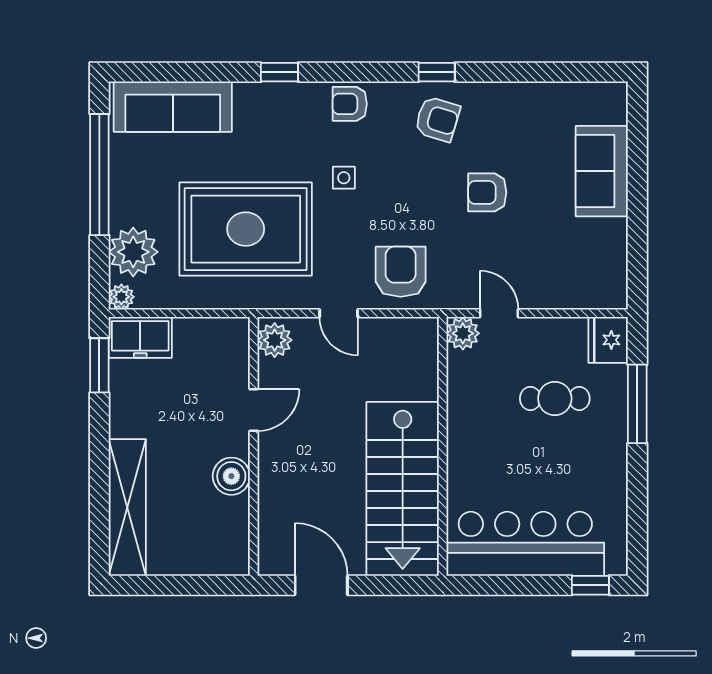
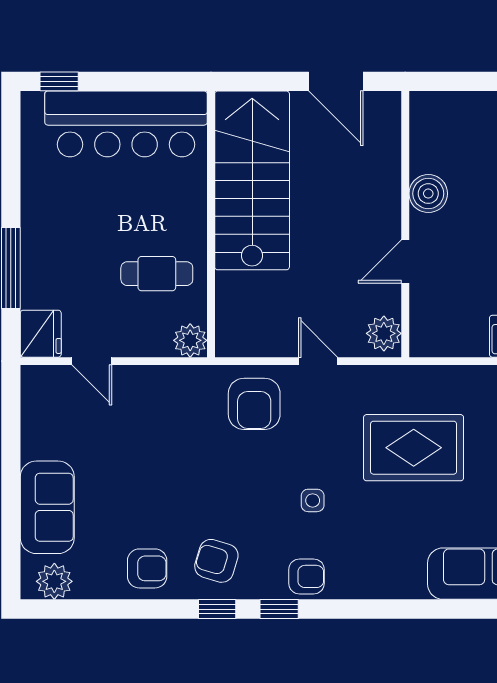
window: (279, 72) -> (279, 609), moved
plant: (595, 99) -> (54, 581), added
armchair: (487, 192) -> (147, 568), moved
rug: (246, 229) -> (414, 448), width x0.73, depth x0.69
door: (499, 313) -> (92, 361), moved
cafe table: (555, 399) -> (157, 274), moved

